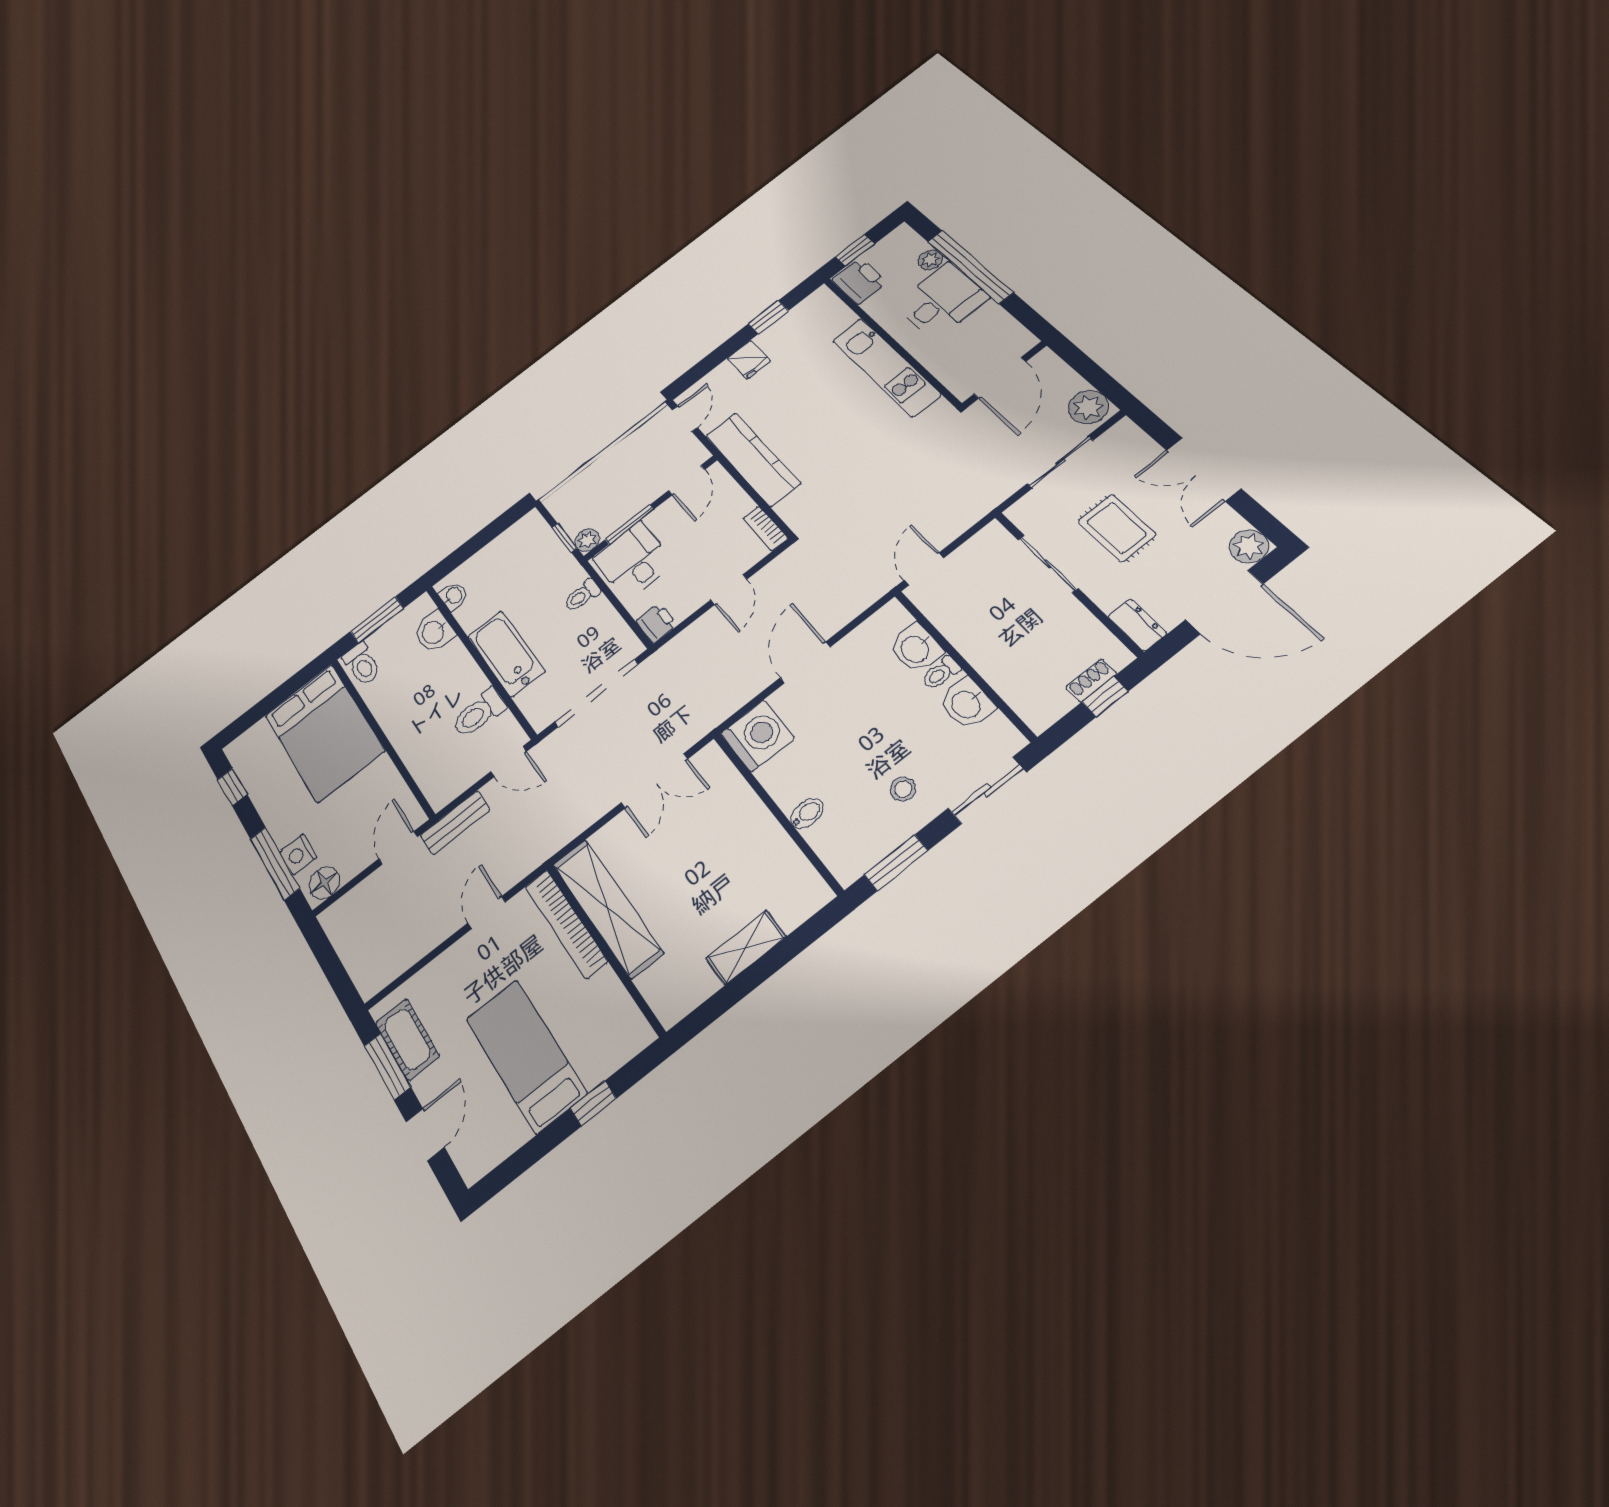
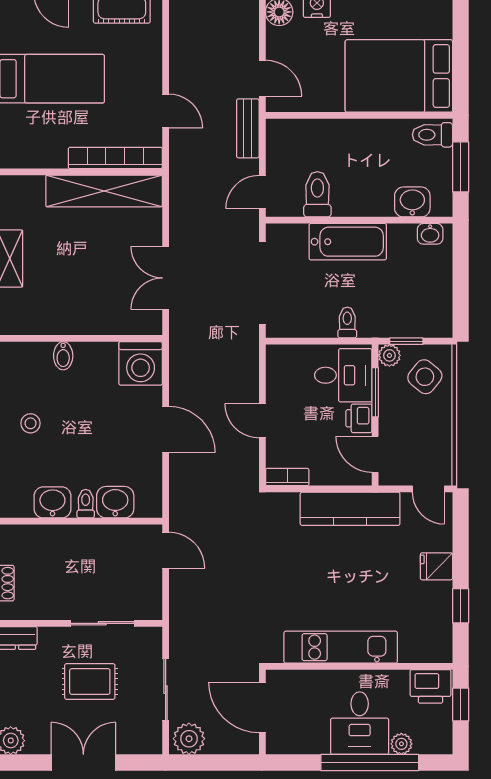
side table: (586, 499) -> (425, 377), added
printer: (657, 623) -> (359, 418), moved, turned 90

